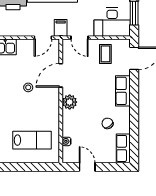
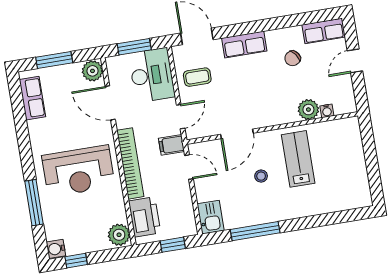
door: (61, 75) -> (237, 134), hinge flipped
plant: (70, 102) -> (308, 110), moved
lab bench: (32, 140) -> (298, 159), moved
door: (87, 167) -> (355, 61), moved

